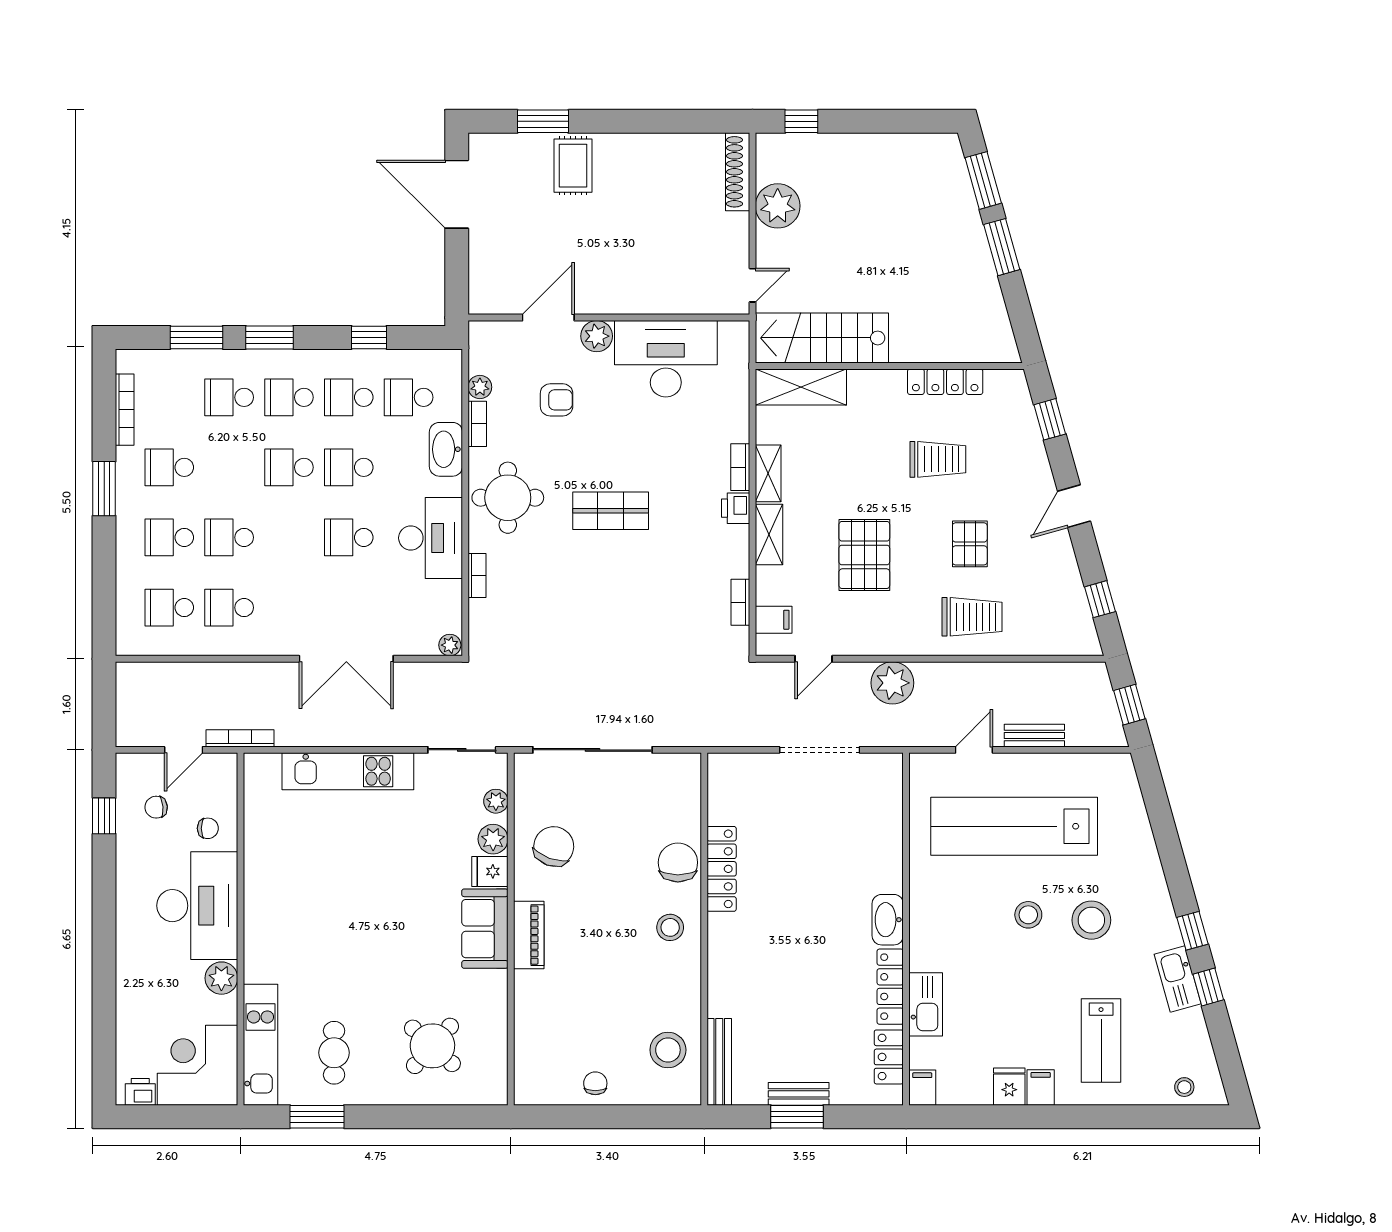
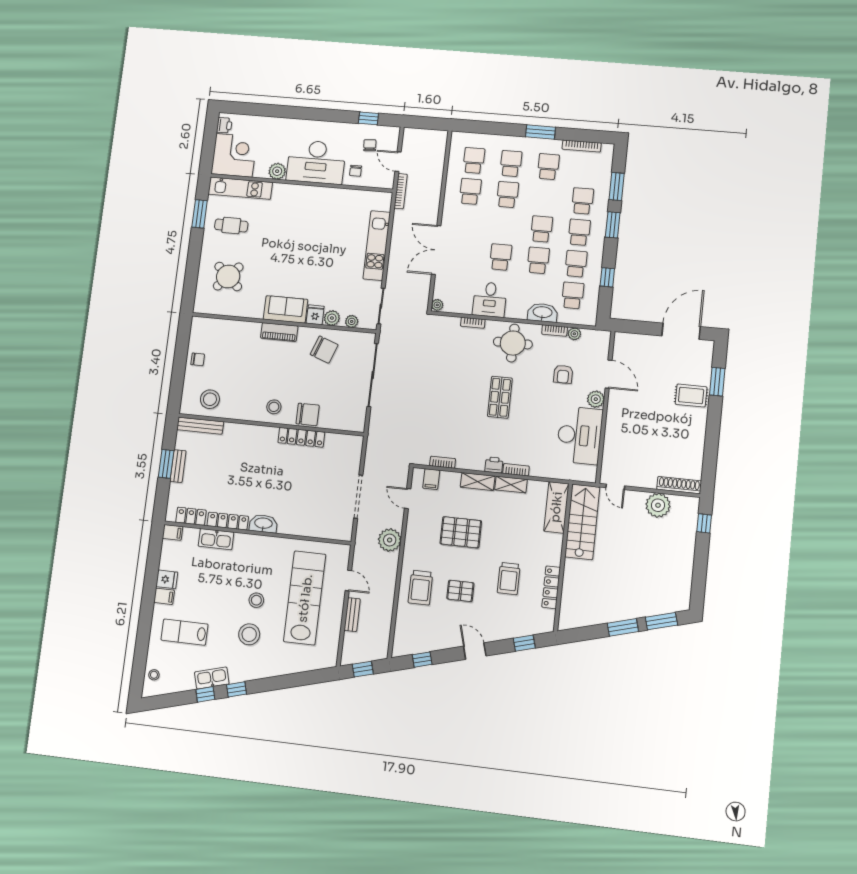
desk: (431, 538) -> (490, 300), width x0.73

